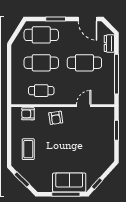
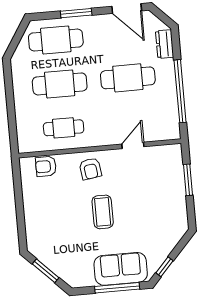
coffee table: (28, 149) -> (103, 212), moved

